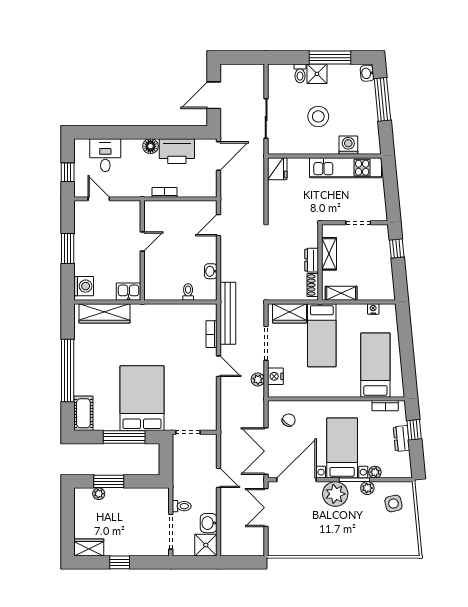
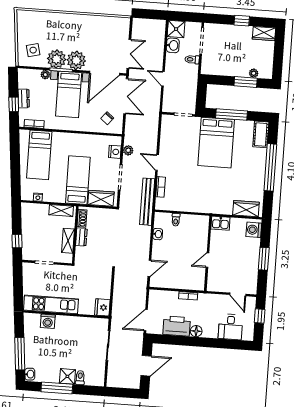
stool: (318, 116) -> (69, 344), removed
wardrobe: (105, 313) -> (246, 209), width x0.67
plant: (367, 488) -> (57, 59), width x1.88, depth x1.88

